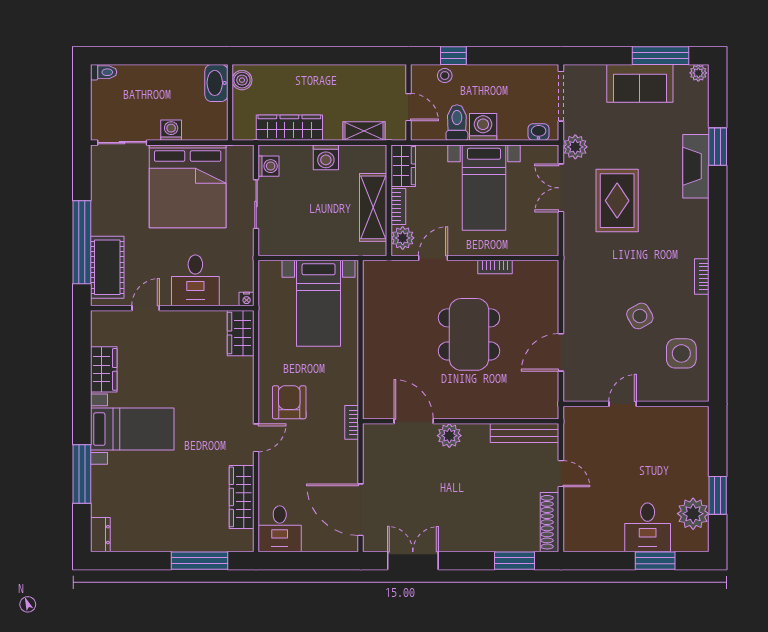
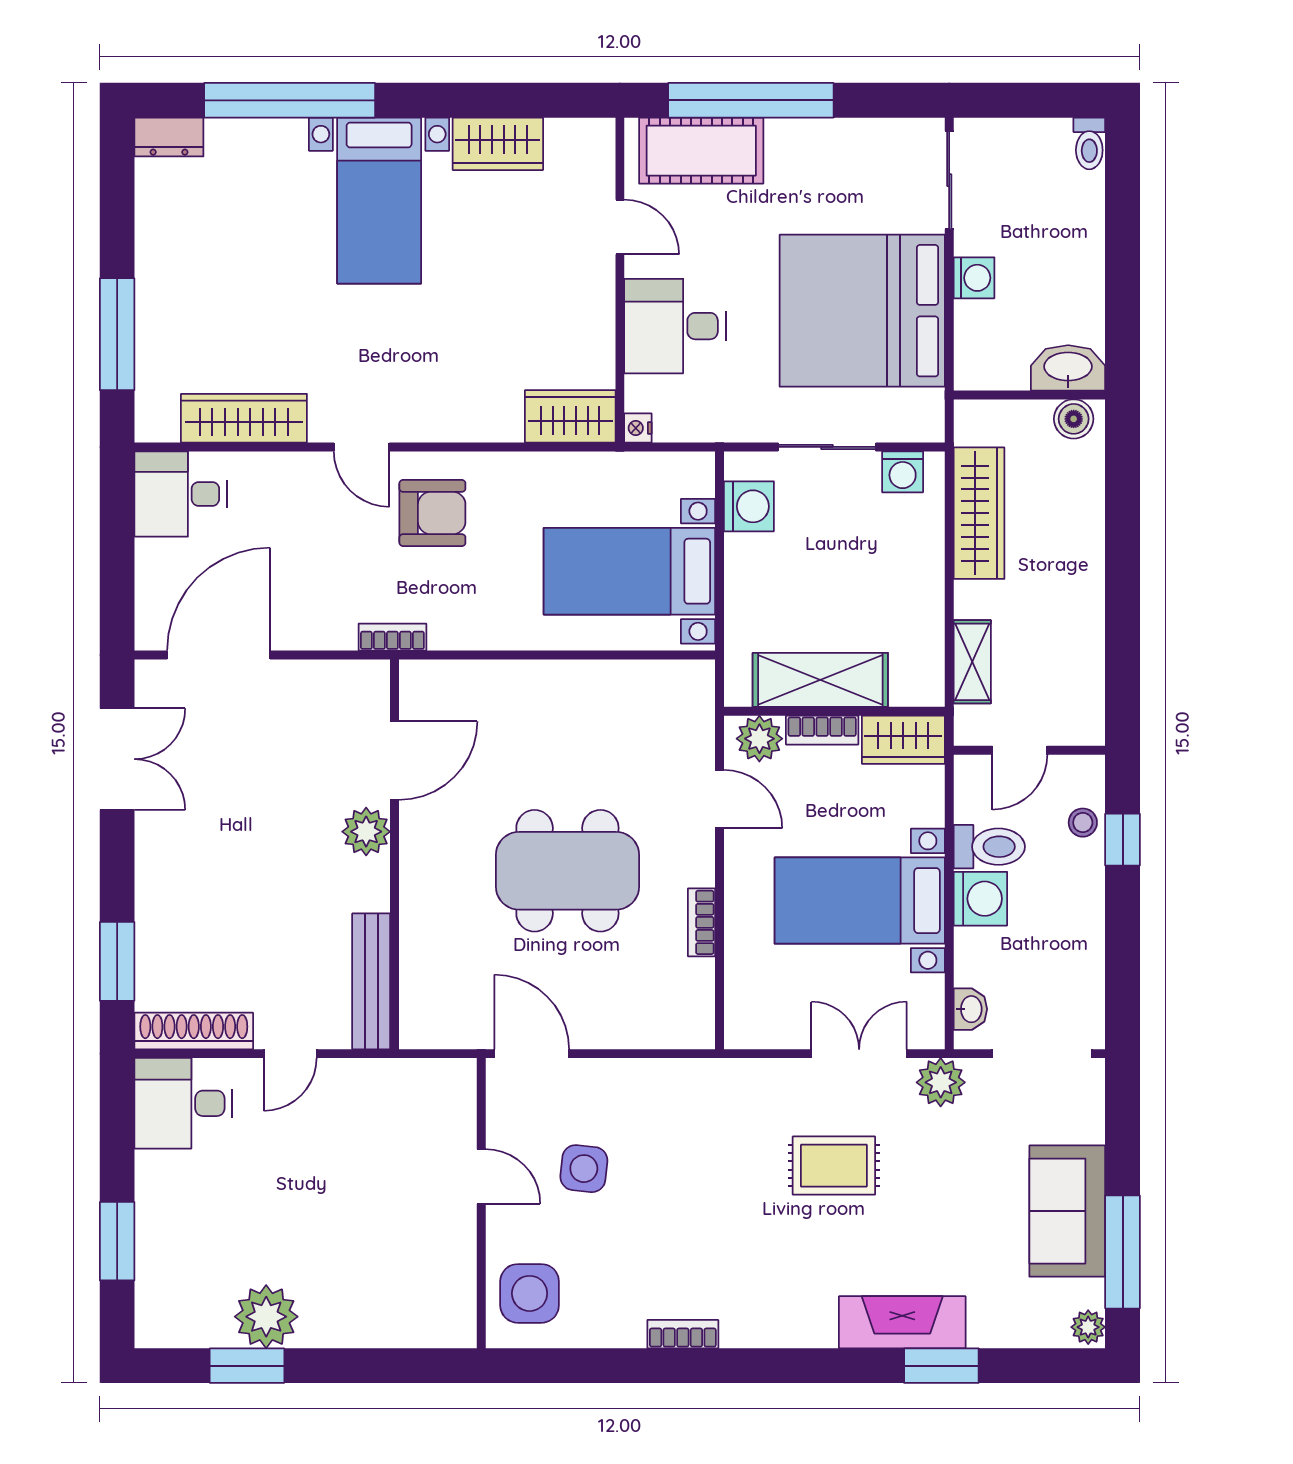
washing machine: (326, 157) -> (749, 506), moved, turned 180
rug: (617, 201) -> (834, 1166), width x0.73, depth x0.70
side table: (640, 316) -> (584, 1169), moved, turned 35
door: (623, 404) -> (481, 1176), moved
wall: (636, 404) -> (481, 1203), moved
window: (82, 474) -> (290, 100), width x1.46
plant: (693, 514) -> (266, 1317), moved
desk: (648, 527) -> (183, 1103), moved

